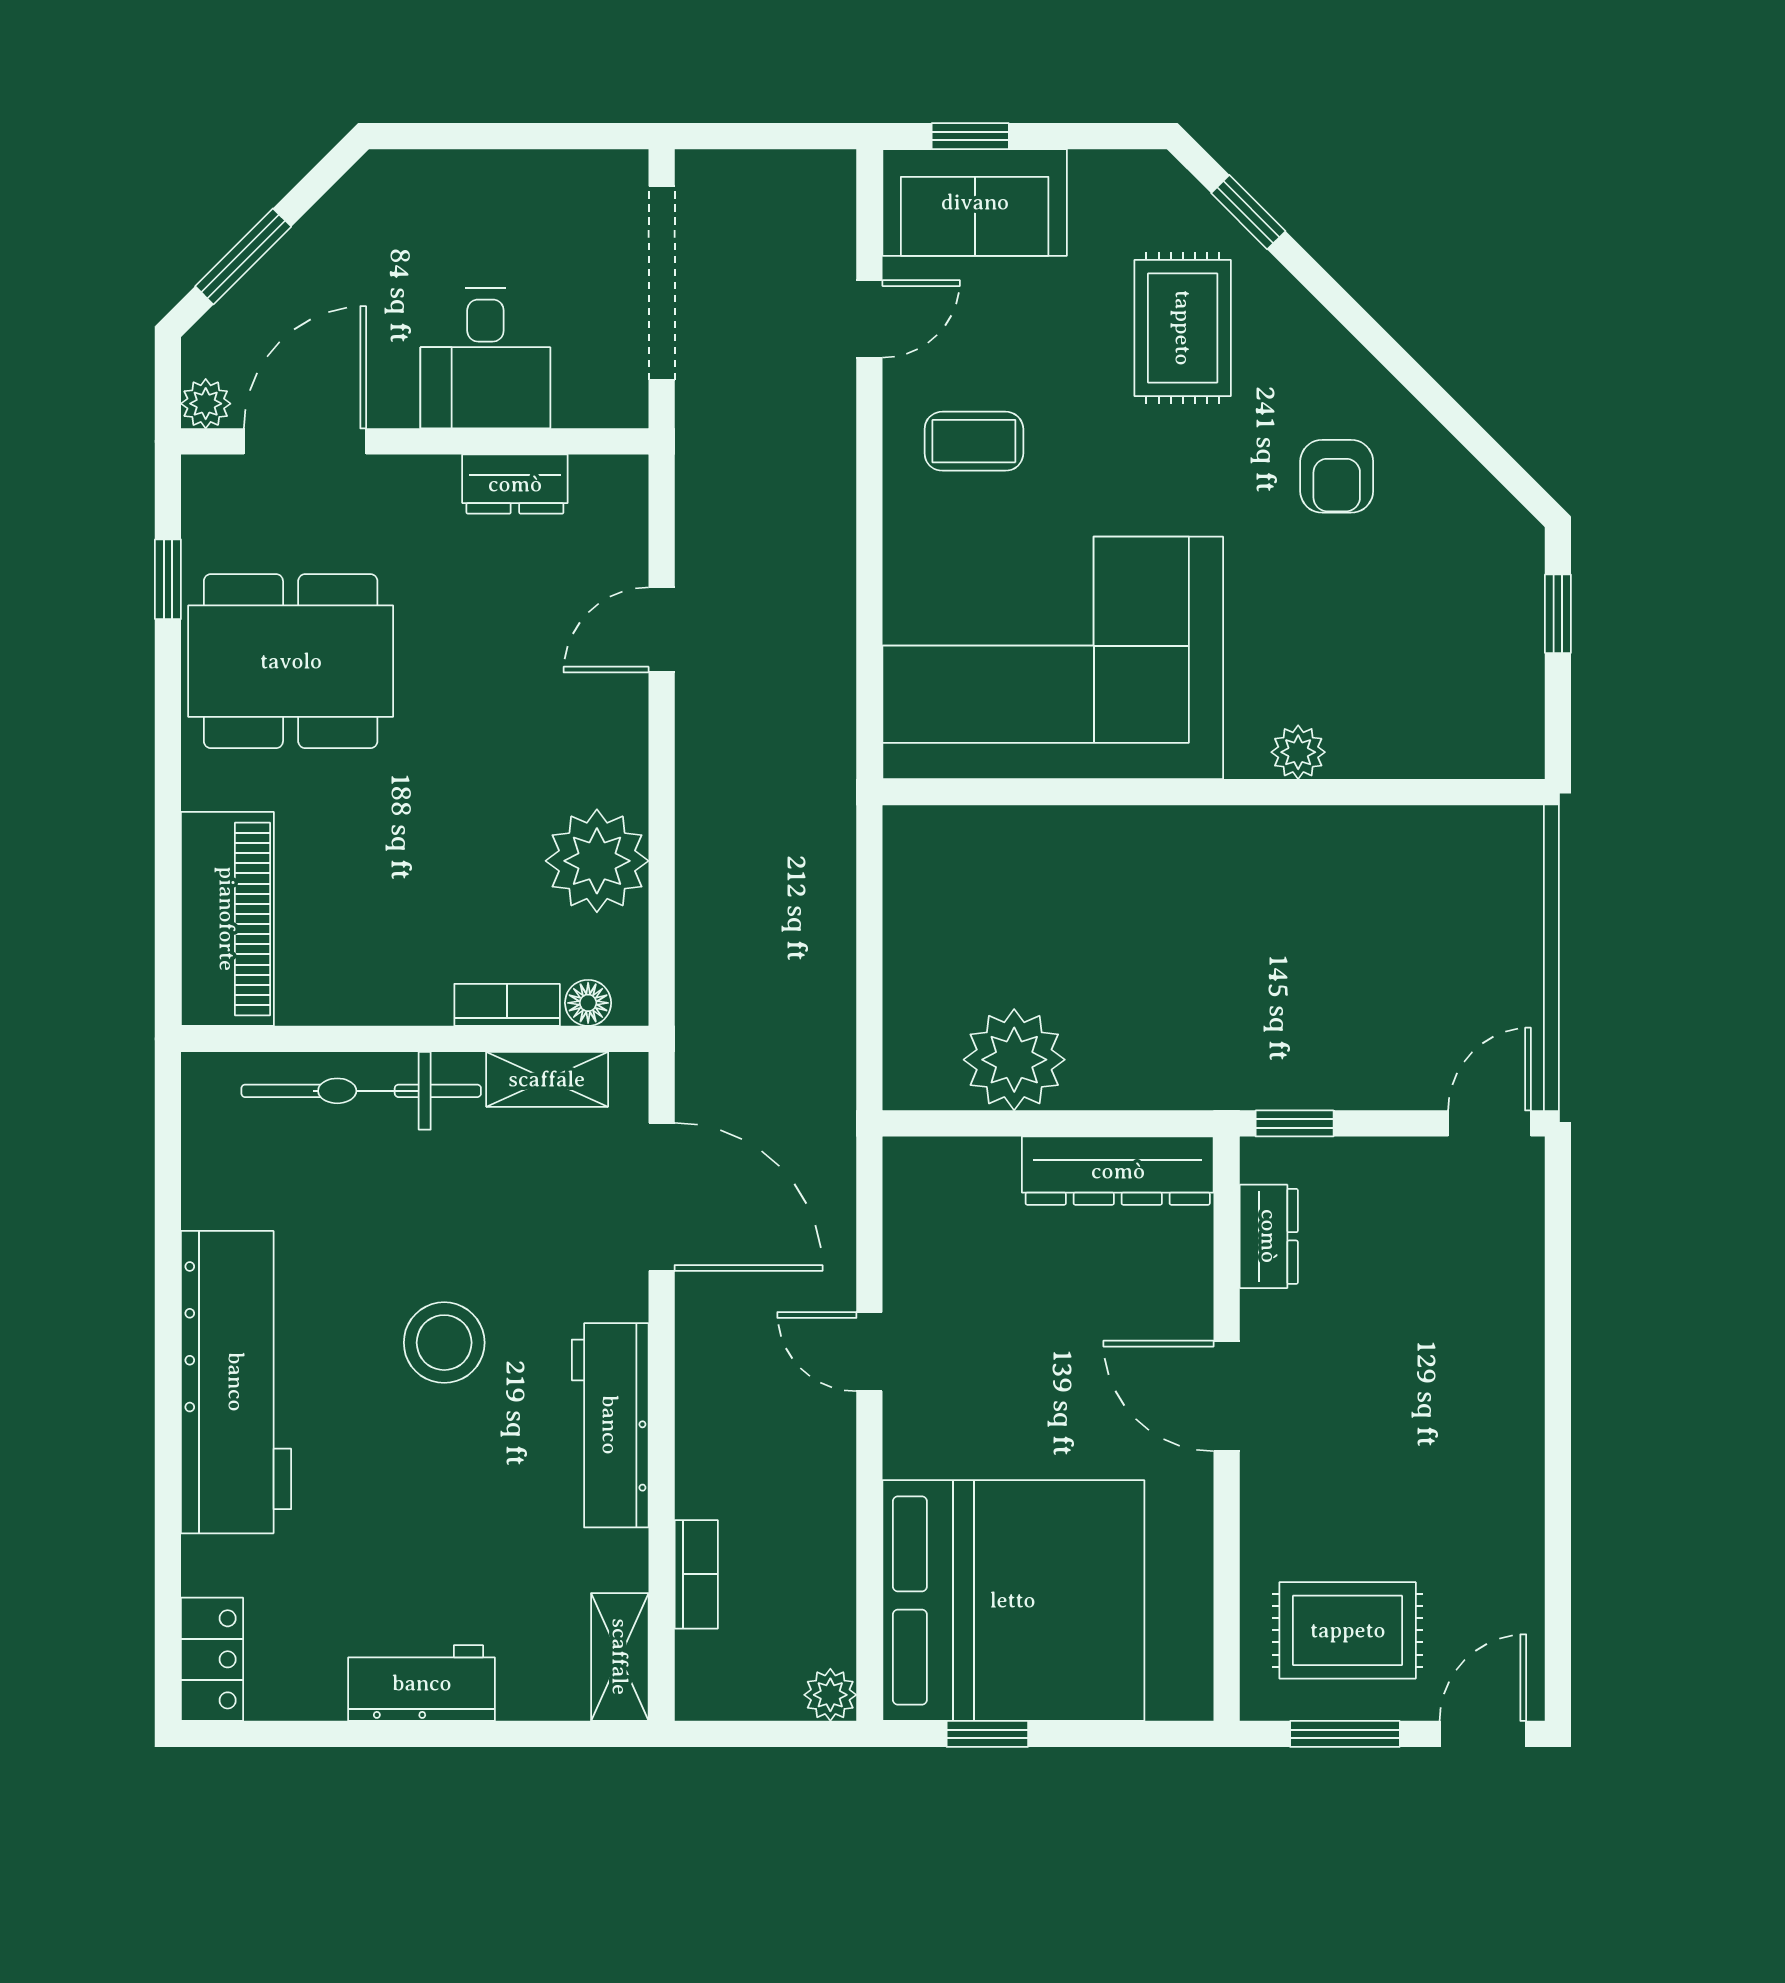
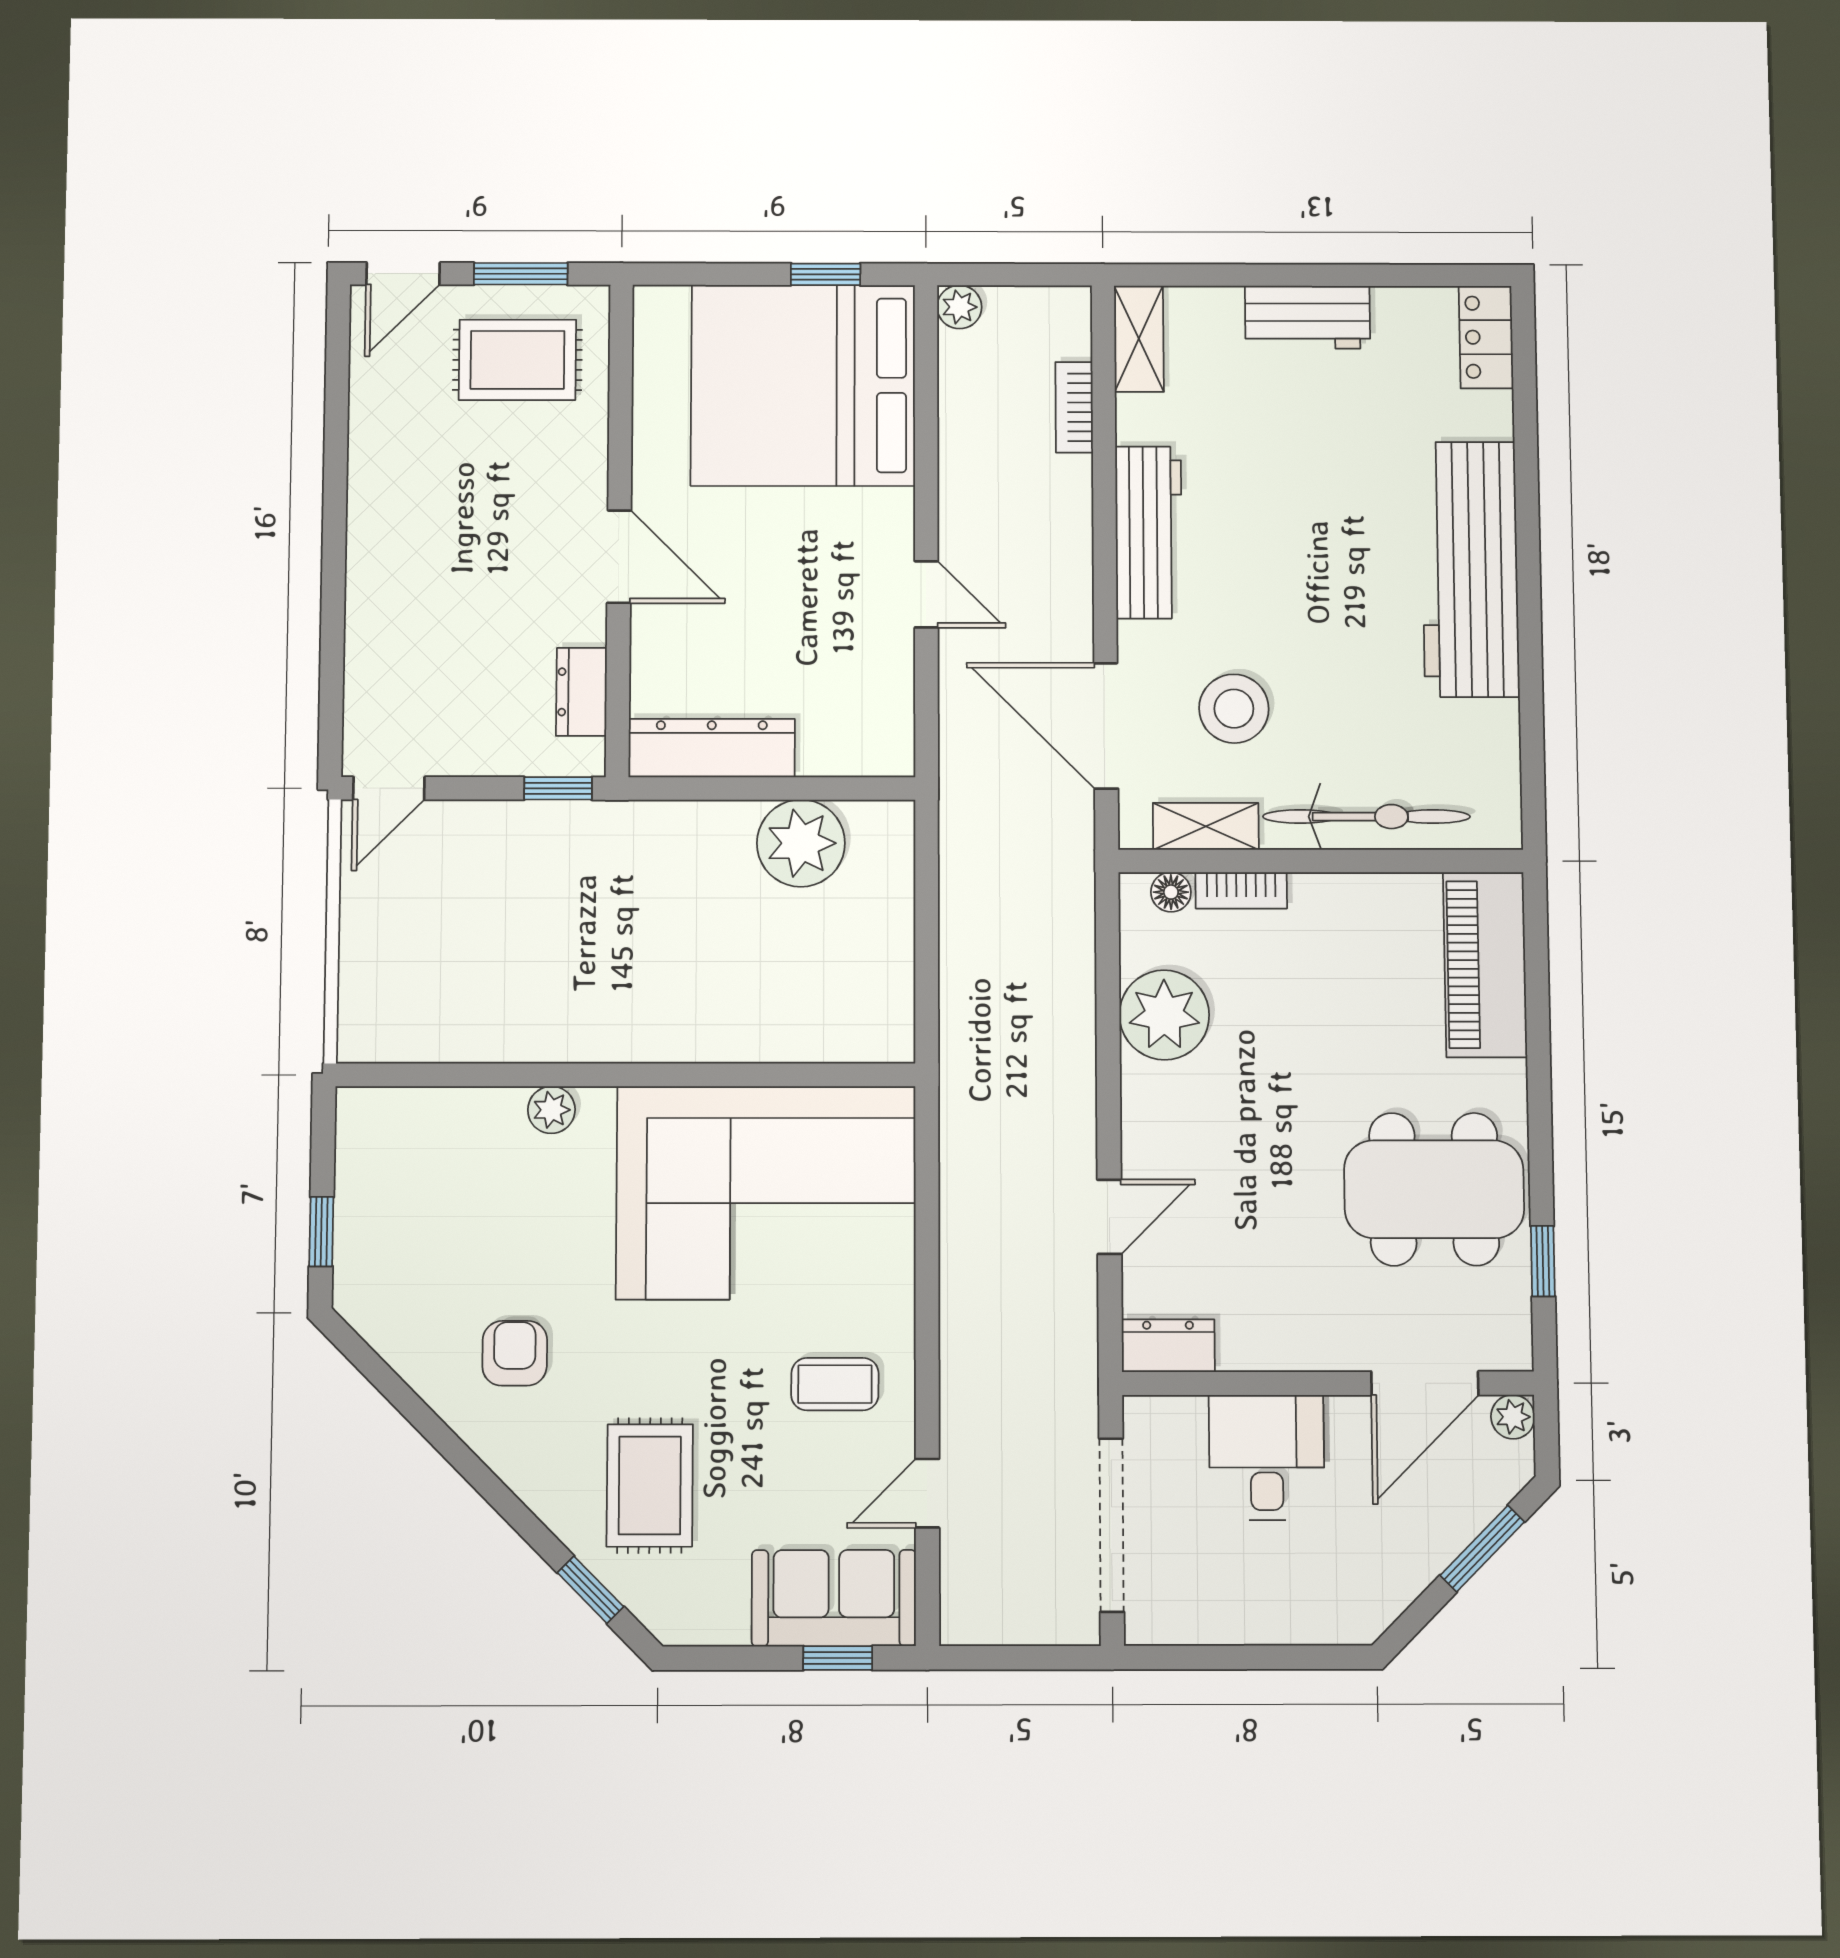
dresser: (515, 484) -> (1168, 1346), moved
stool: (444, 1343) -> (1234, 709), moved

